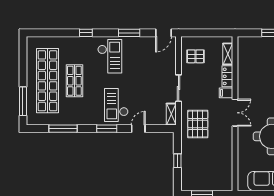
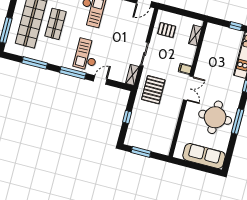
locker: (227, 76) -> (190, 55), removed
window: (107, 129) -> (73, 73), width x1.44

